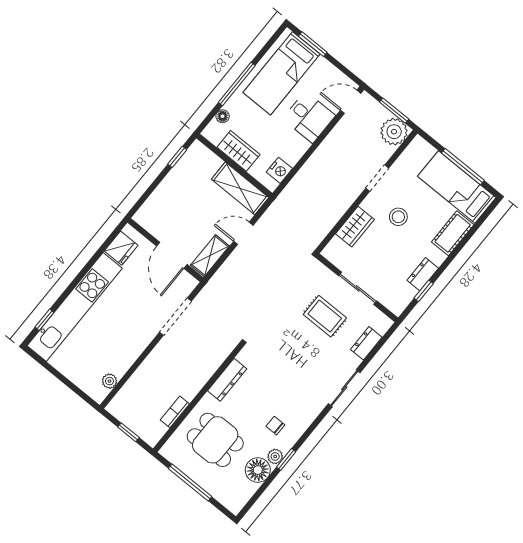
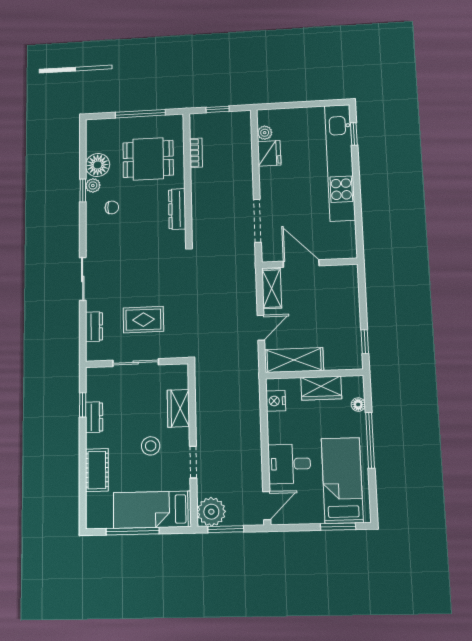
bed: (457, 187) -> (152, 510), moved, turned 180
fridge: (121, 248) -> (269, 153), moved, turned 180

